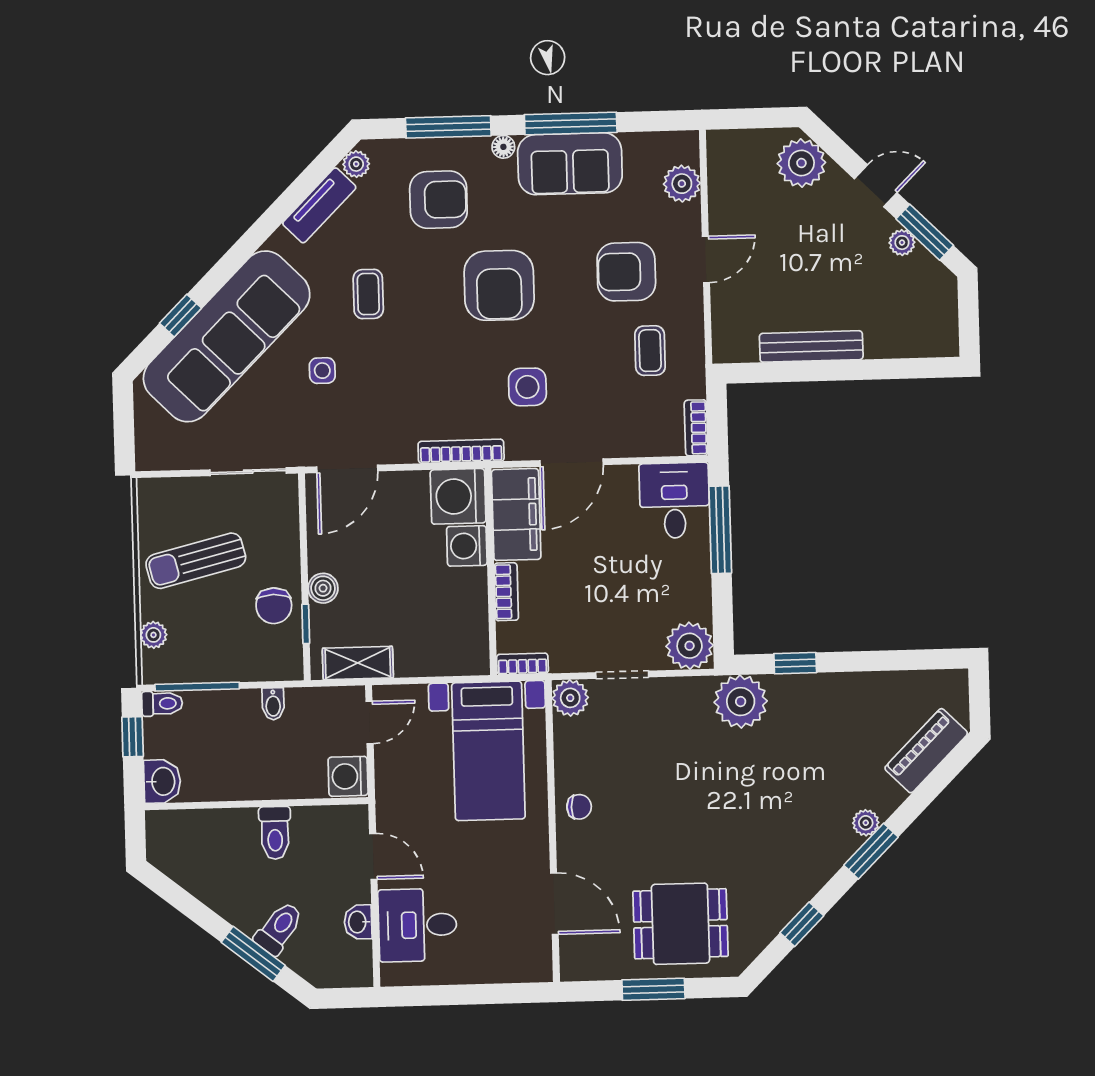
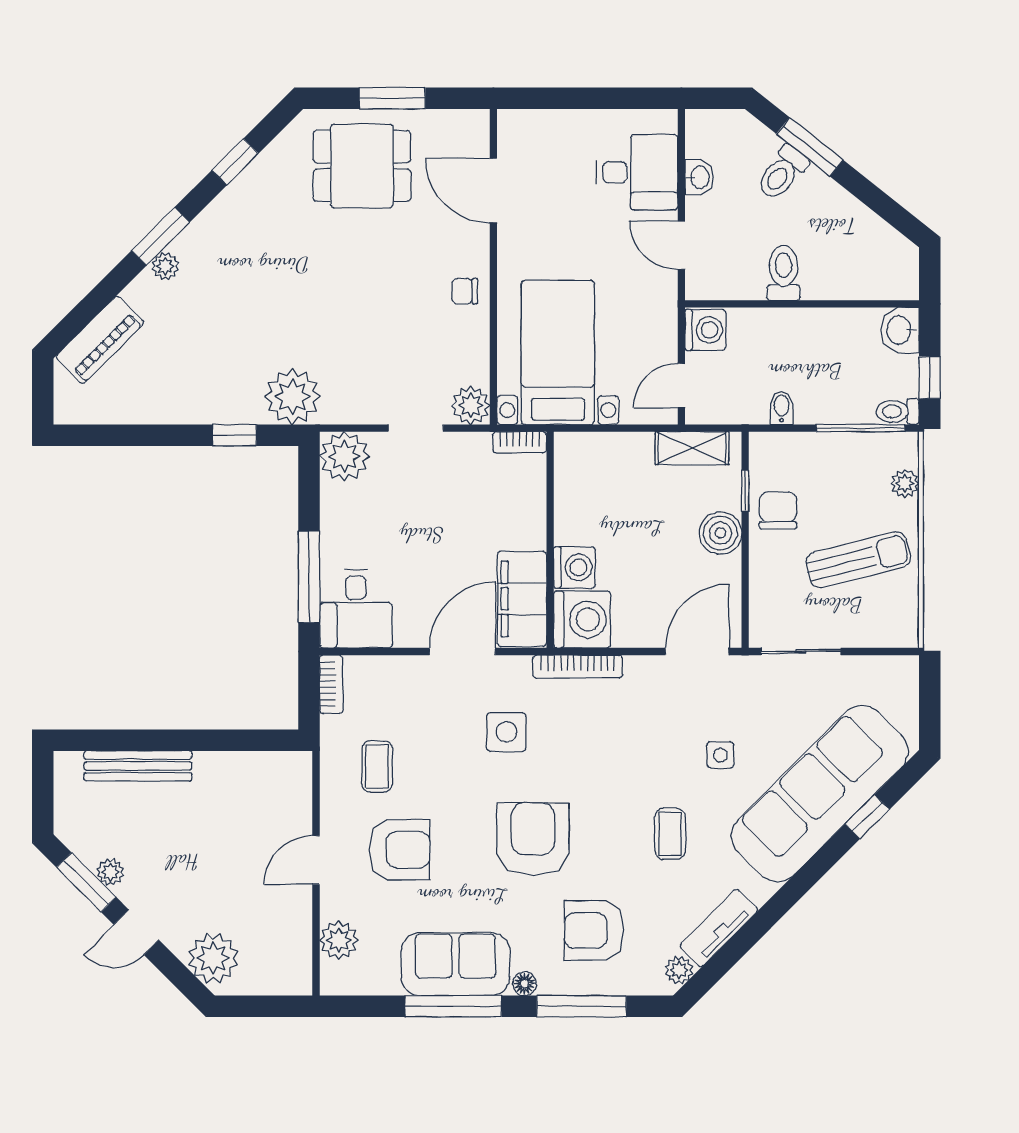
bench: (811, 346) -> (138, 766), moved
boiler: (323, 588) -> (720, 533), width x1.36, depth x1.36
bookcase: (506, 592) -> (535, 518), removed

